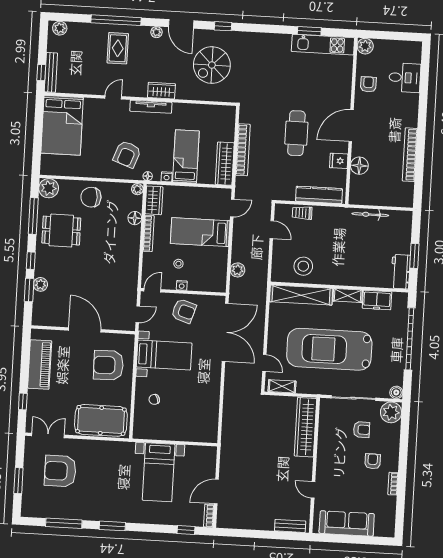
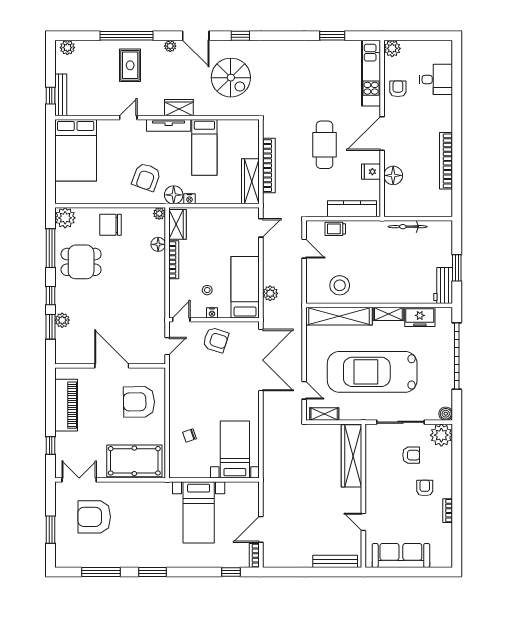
kitchen unit: (323, 45) -> (371, 73), moved, turned 90
spiral stairs: (212, 65) -> (231, 78), turned -90
bed: (186, 156) -> (204, 147), moved, turned 180
floor lamp: (148, 176) -> (174, 195), width x1.89, depth x1.89
bed: (200, 232) -> (245, 287), moved, turned 90
bed with nightstands: (164, 355) -> (235, 450), moved, turned -90
bench: (290, 526) -> (335, 561), width x1.36

